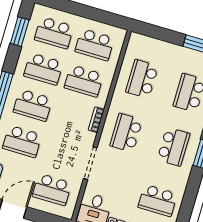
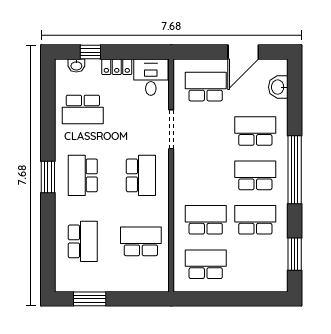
school desk: (54, 33) -> (255, 264), removed
school desk: (142, 79) -> (141, 241), turned -90
bookcase: (96, 120) -> (179, 180), removed
school desk: (158, 201) -> (83, 109), turned 180

